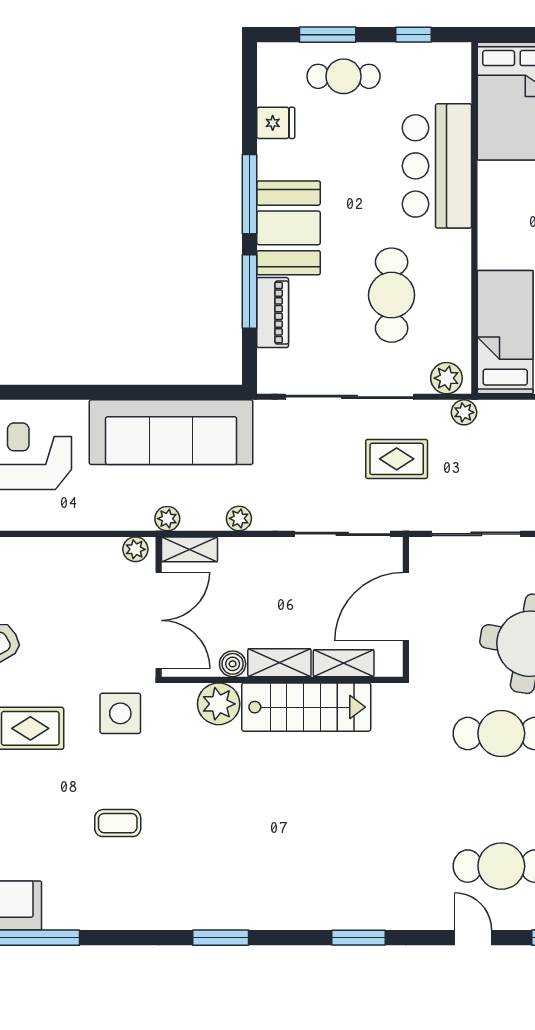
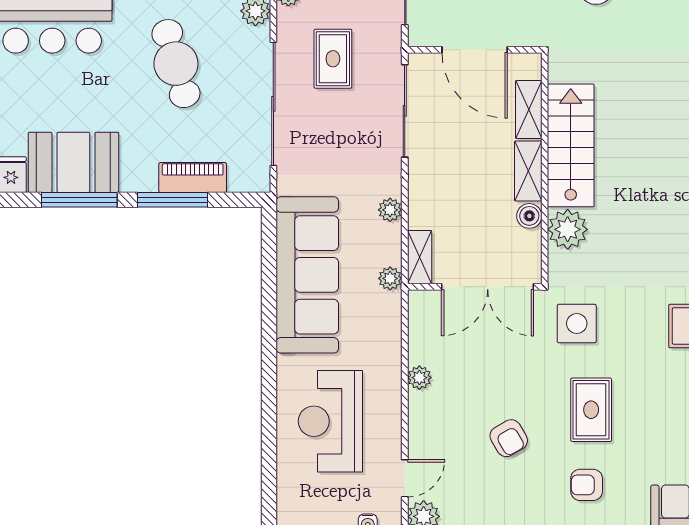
booth: (289, 228) -> (73, 162), moved
cafe table: (392, 295) -> (176, 64), turned 74
plant: (135, 549) -> (419, 378), moved
double door: (159, 620) -> (488, 287), swing flipped

